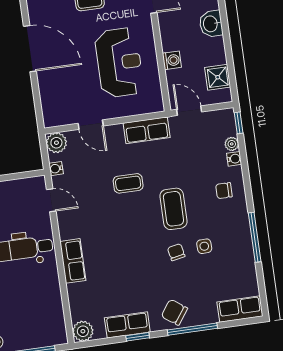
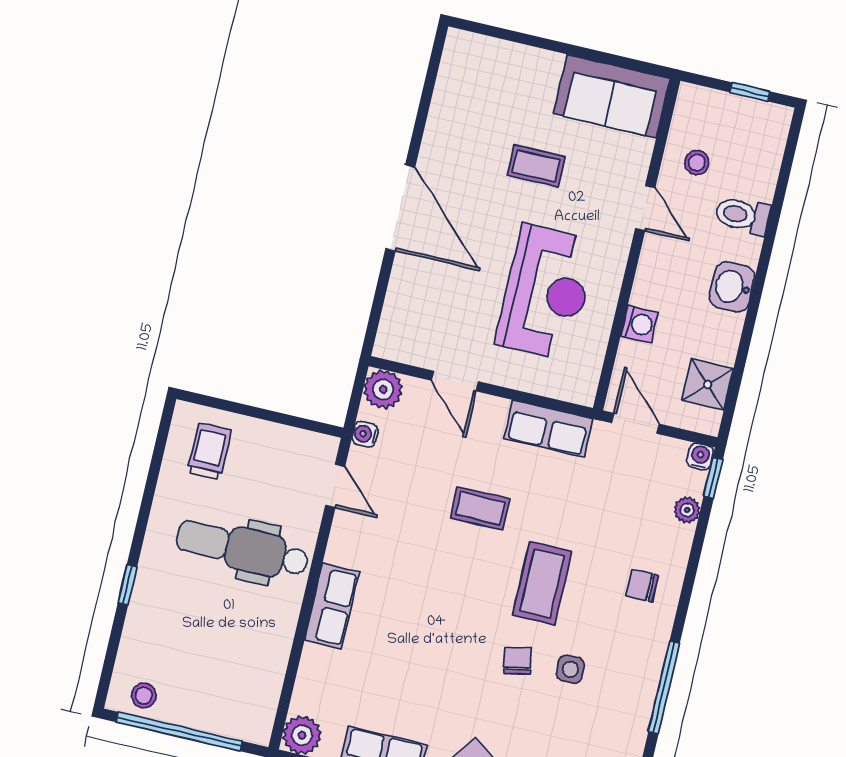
water cooler: (234, 159) -> (700, 457), moved, turned -90

